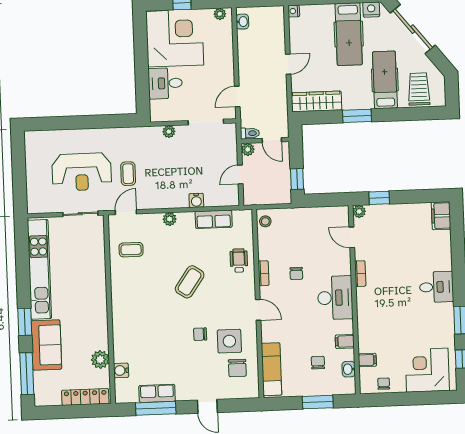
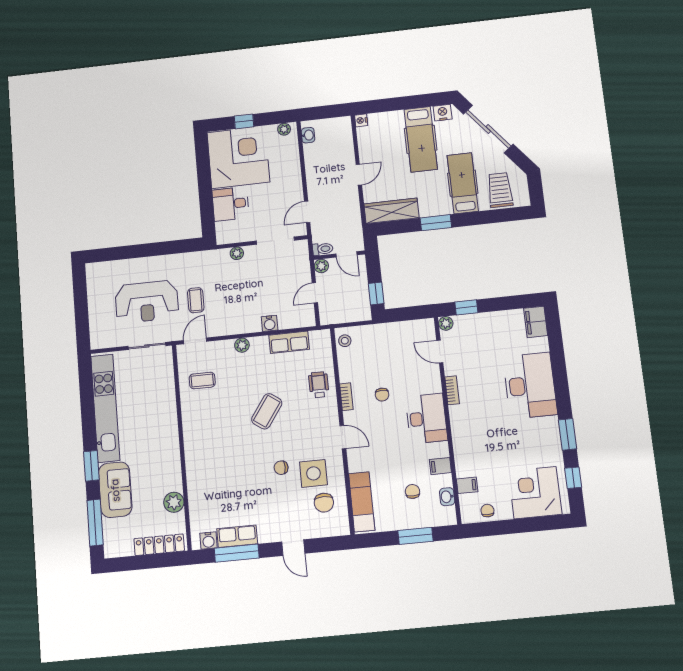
desk: (436, 287) -> (530, 385), width x1.87, depth x1.30
water cooler: (121, 370) -> (208, 540), moved, turned -90

